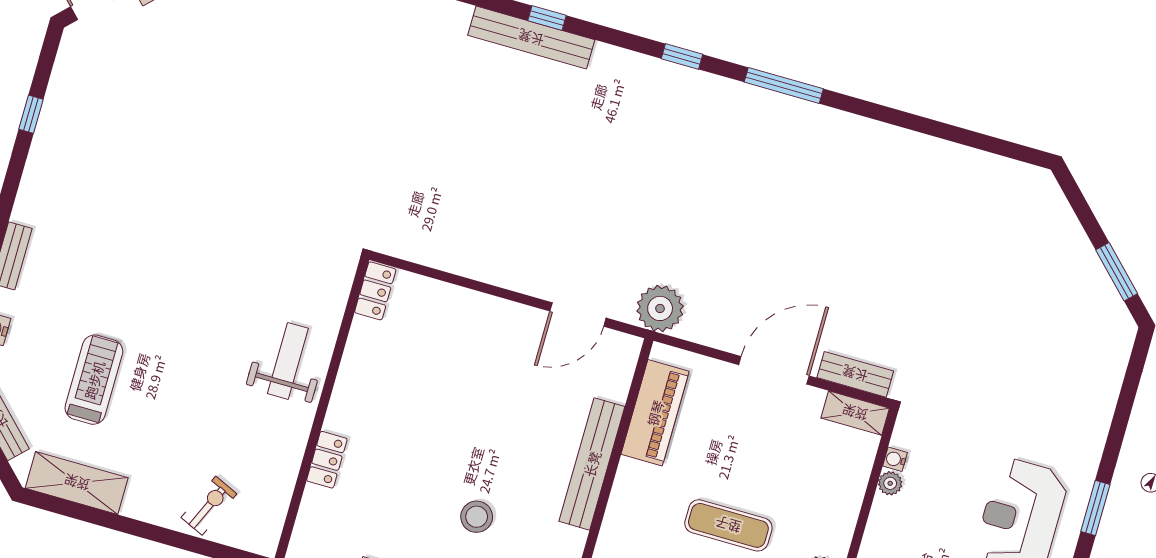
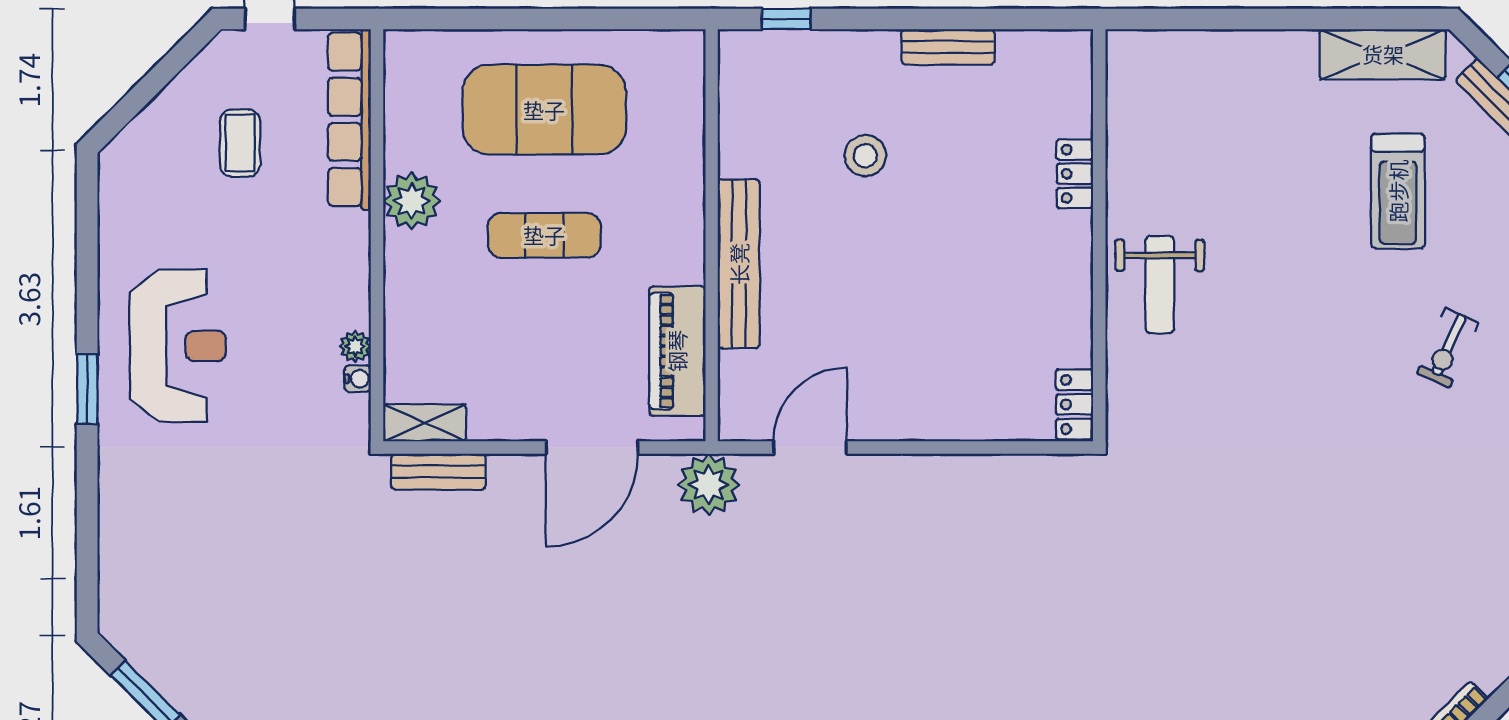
door: (774, 370) -> (592, 448), moved
exercise bike: (209, 506) -> (1448, 348), moved

